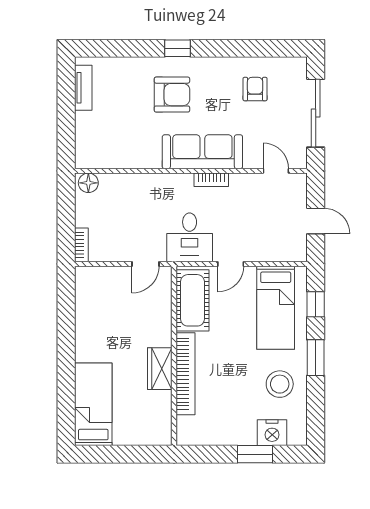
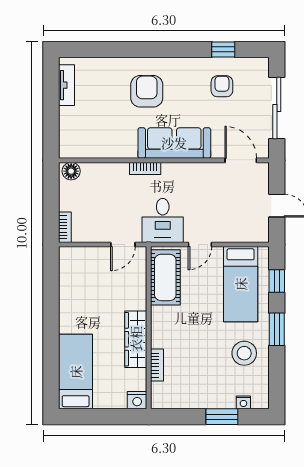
window: (178, 48) -> (223, 49), moved
armchair: (172, 95) -> (147, 91), turned -90
door: (276, 171) -> (241, 160), width x1.38
bookcase: (211, 180) -> (145, 168), moved
wardrobe: (160, 369) -> (136, 339), width x1.50
bookcase: (185, 374) -> (157, 365), width x0.43, depth x0.76
nightstand: (272, 433) -> (243, 402), width x0.53, depth x0.56
nightstand: (161, 436) -> (137, 400), added

